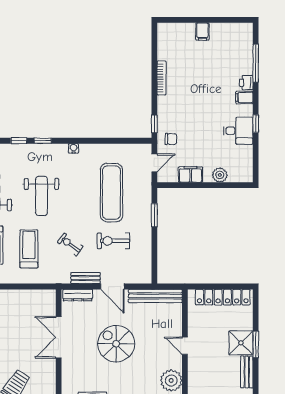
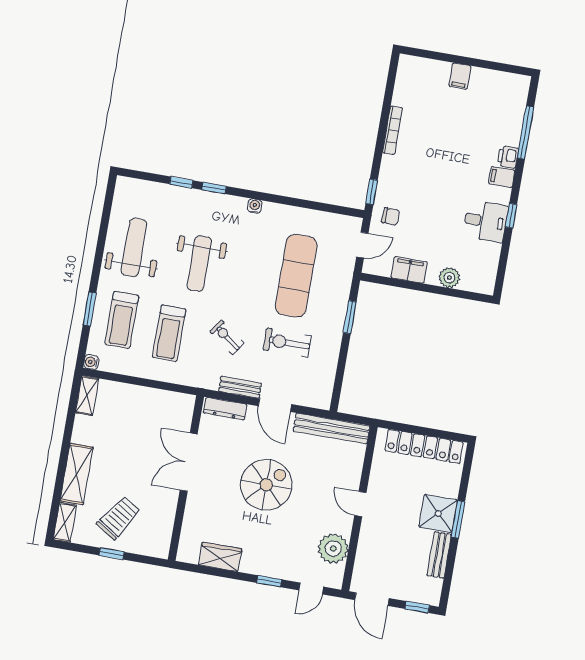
treadmill: (29, 249) -> (169, 333), turned 180
spiral stairs: (116, 344) -> (266, 485), turned 90

